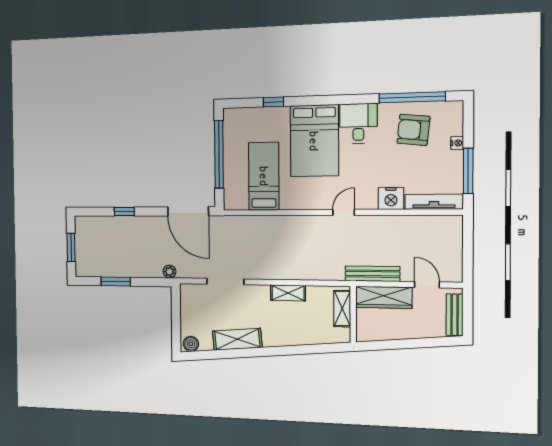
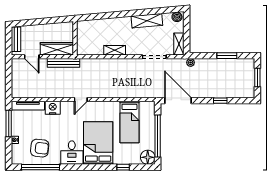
floor lamp: (234, 119) -> (148, 157), added
shelving: (342, 309) -> (179, 44), moved

